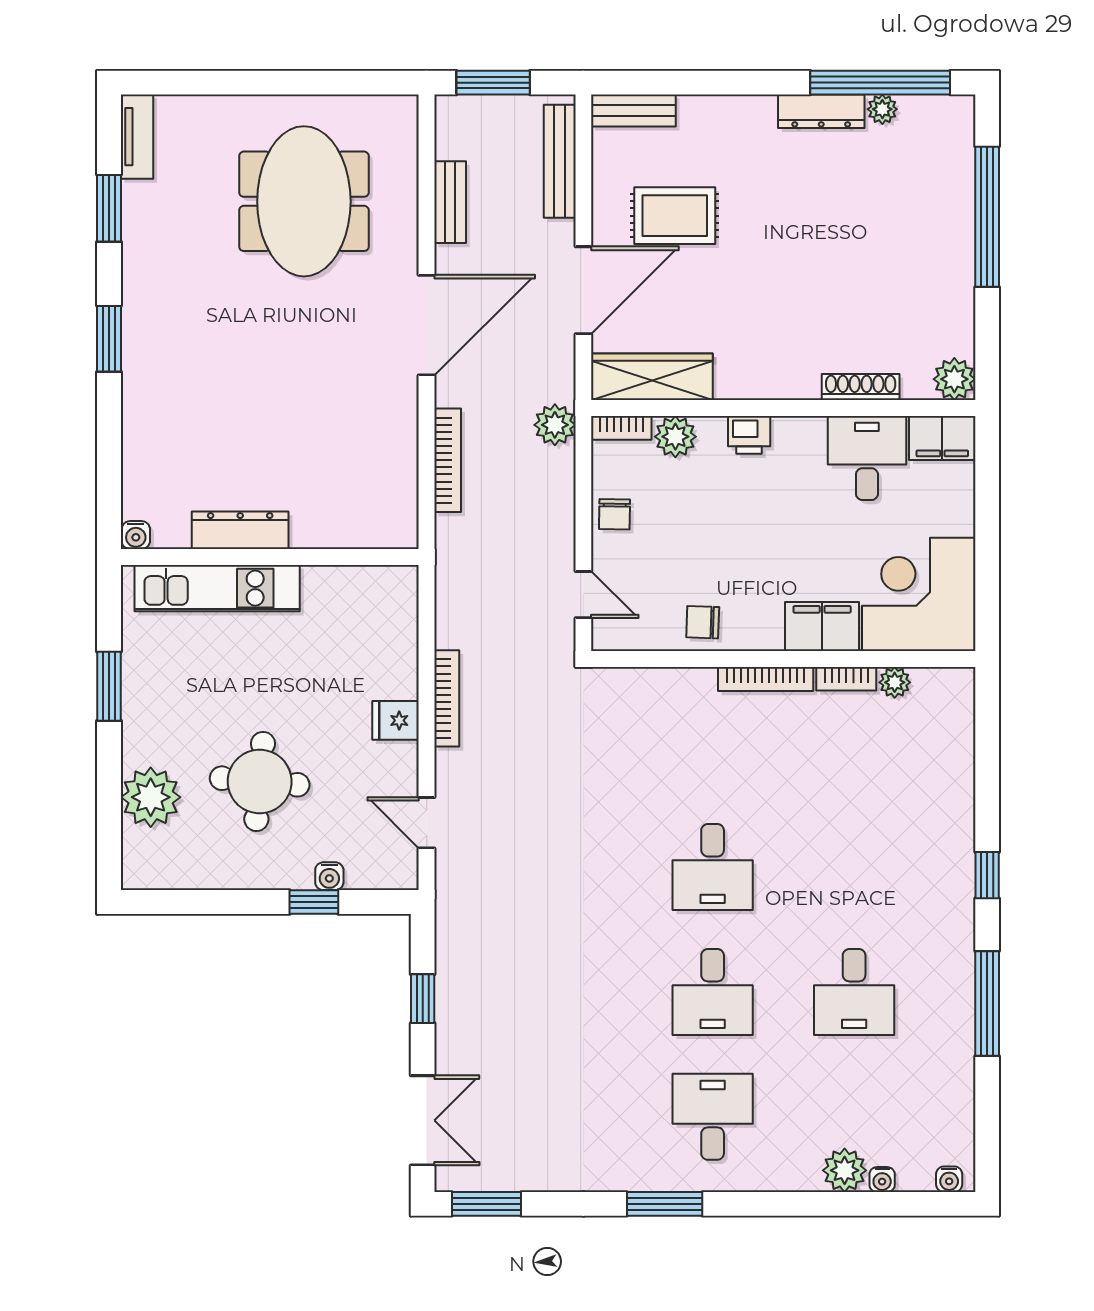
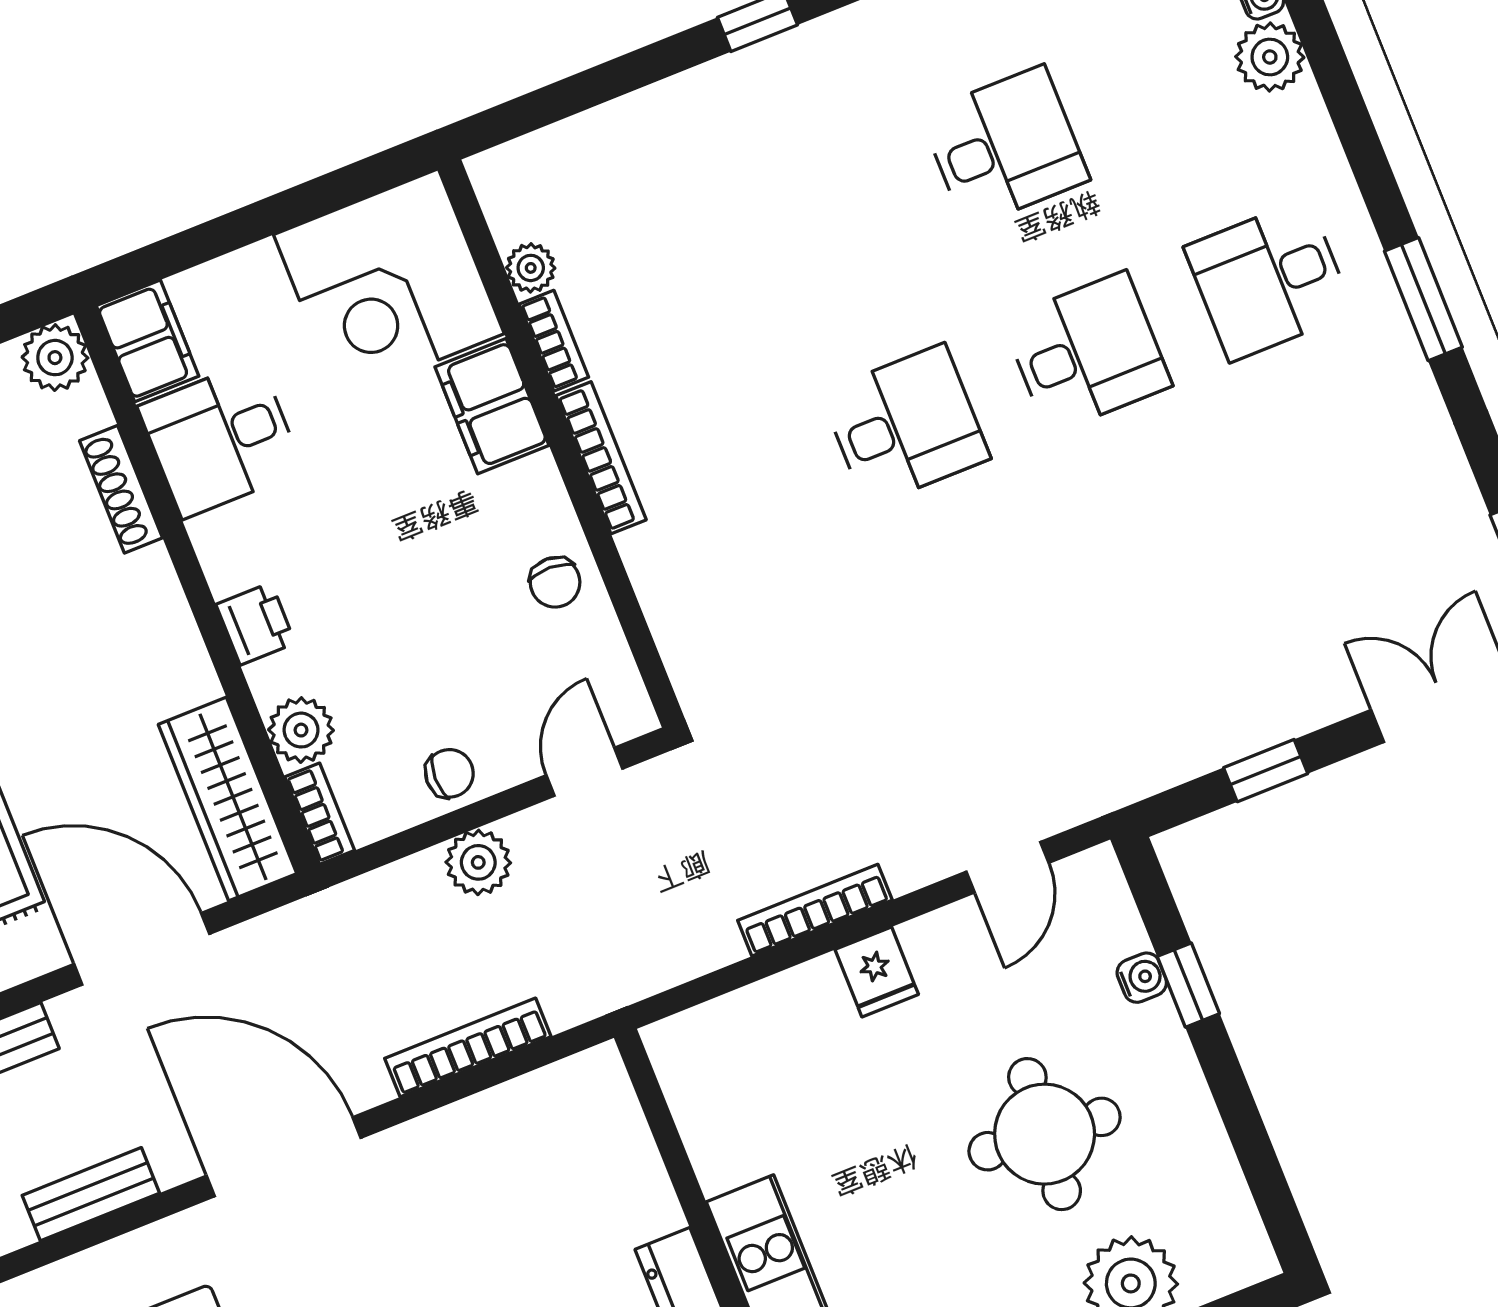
plant: (555, 425) -> (478, 862), moved

